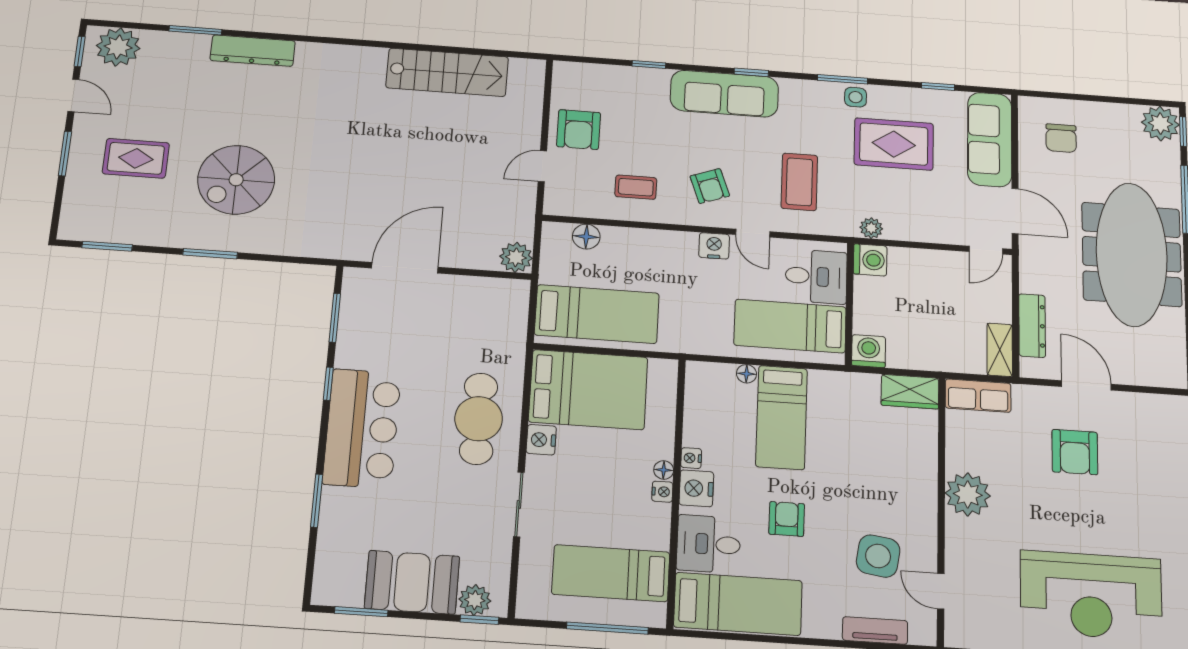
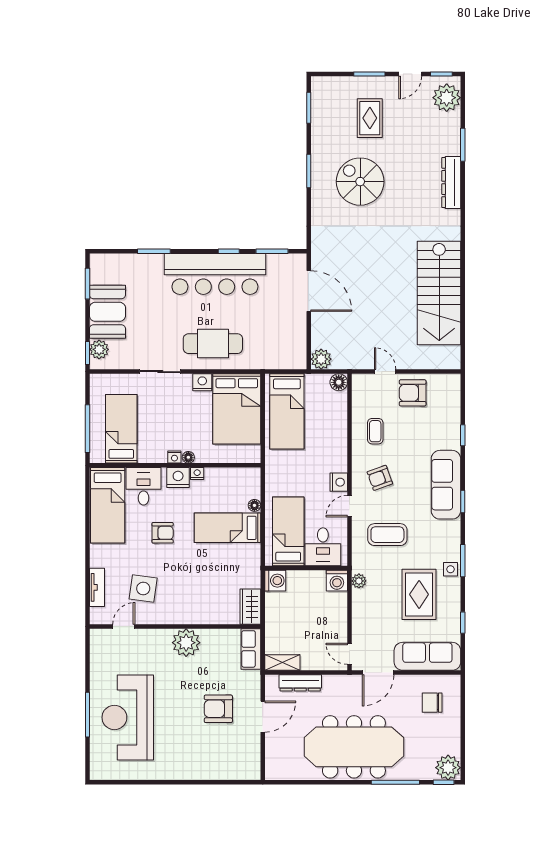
stairs: (447, 72) -> (439, 293), width x1.36, depth x1.51
floor lamp: (586, 237) -> (339, 382), moved
bar counter: (362, 428) -> (215, 274), width x1.36

